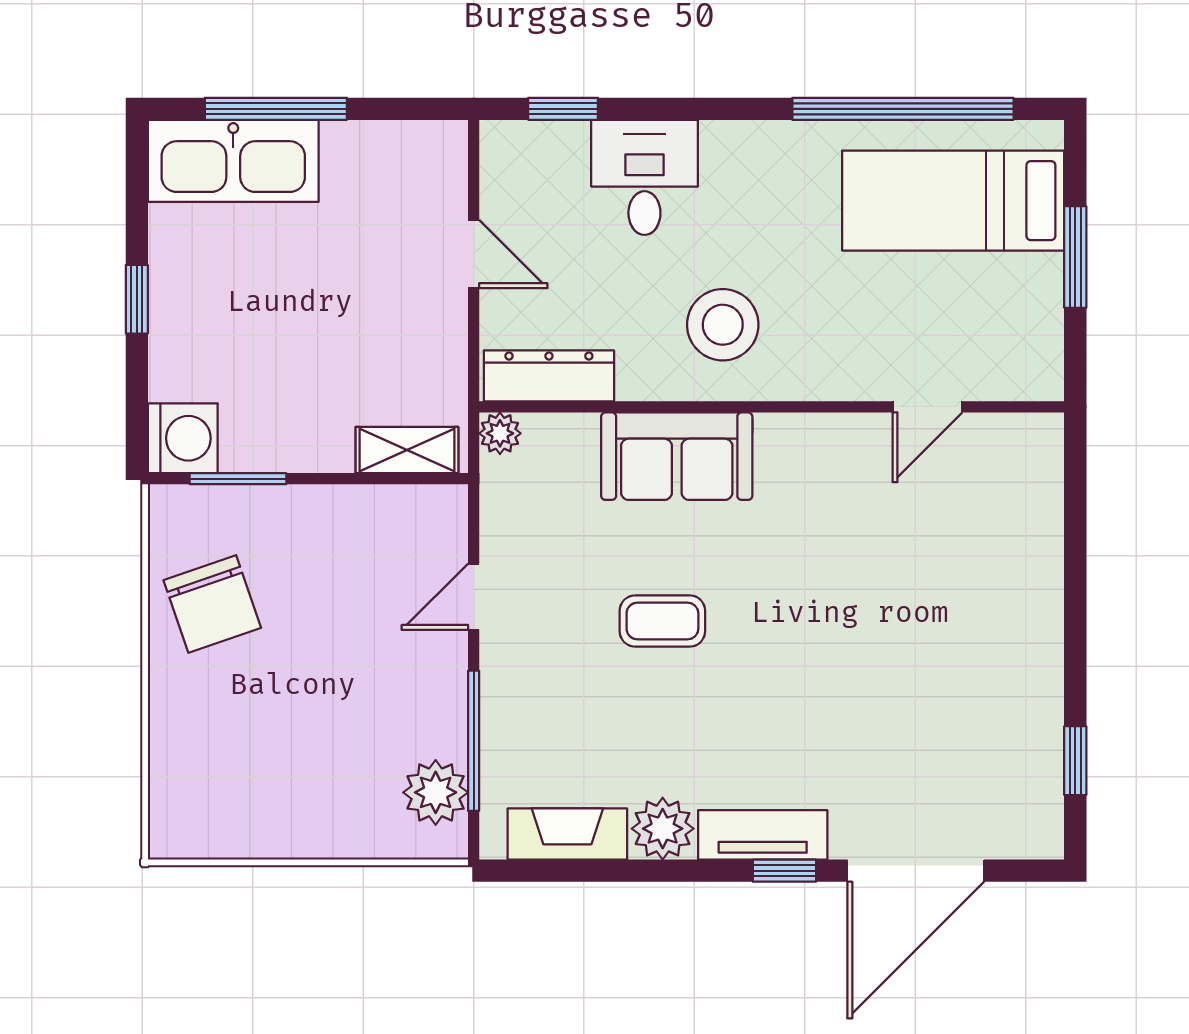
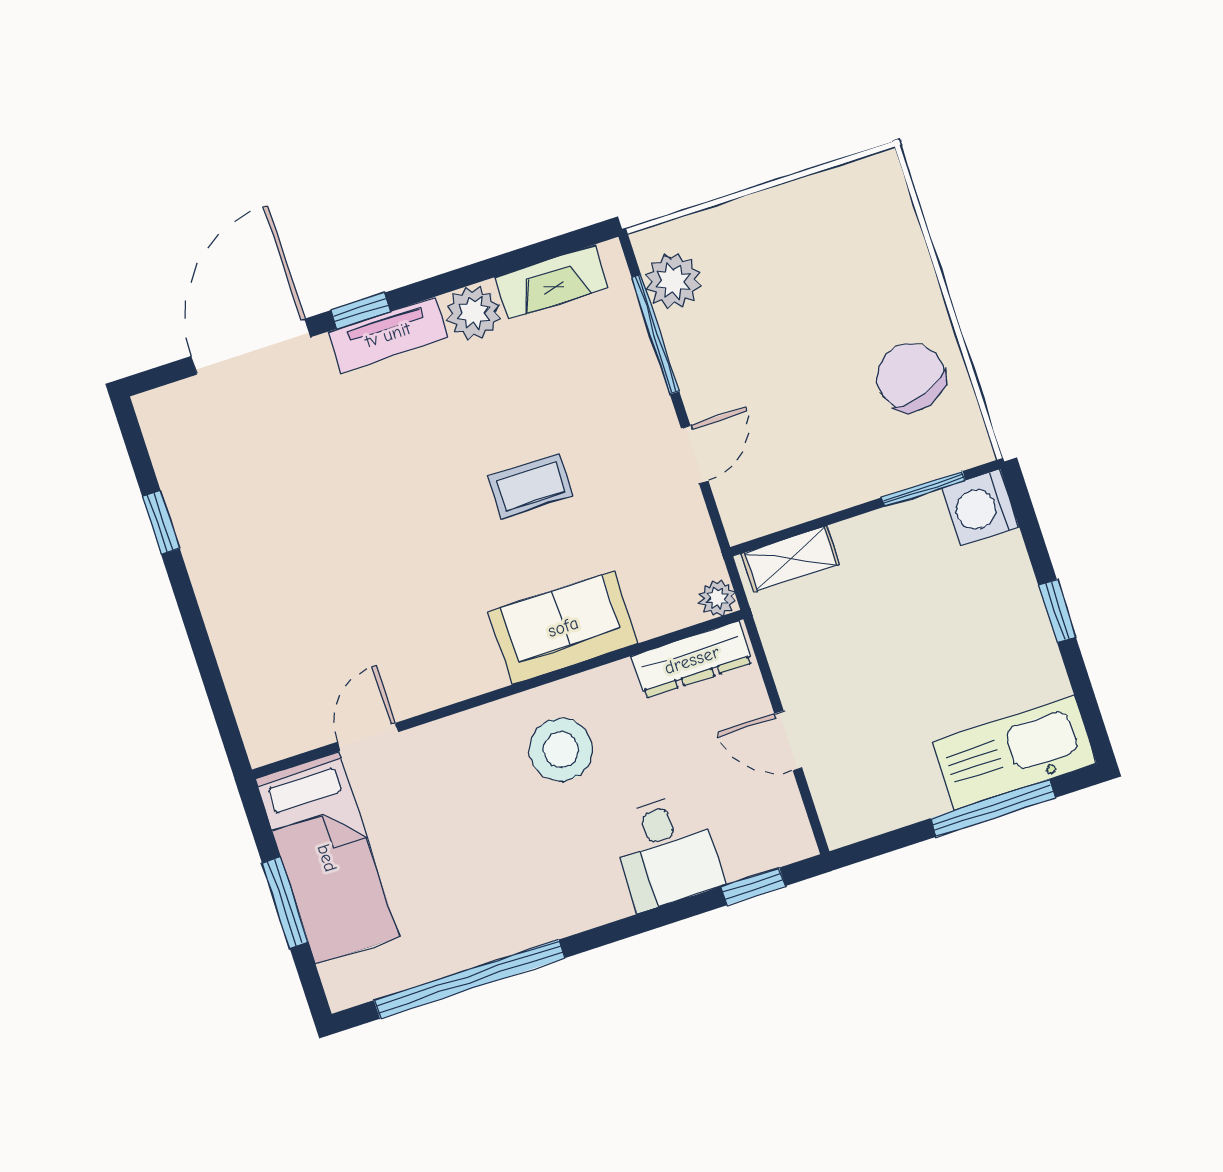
bed: (953, 201) -> (327, 858), moved, turned 90
window: (1075, 761) -> (161, 523), moved

